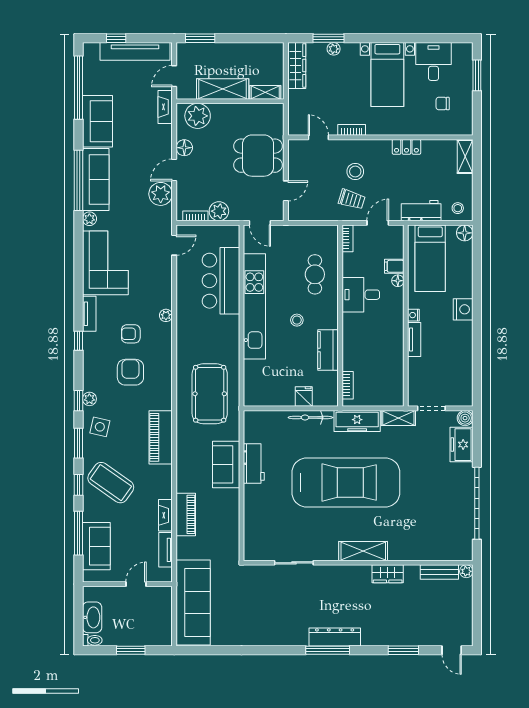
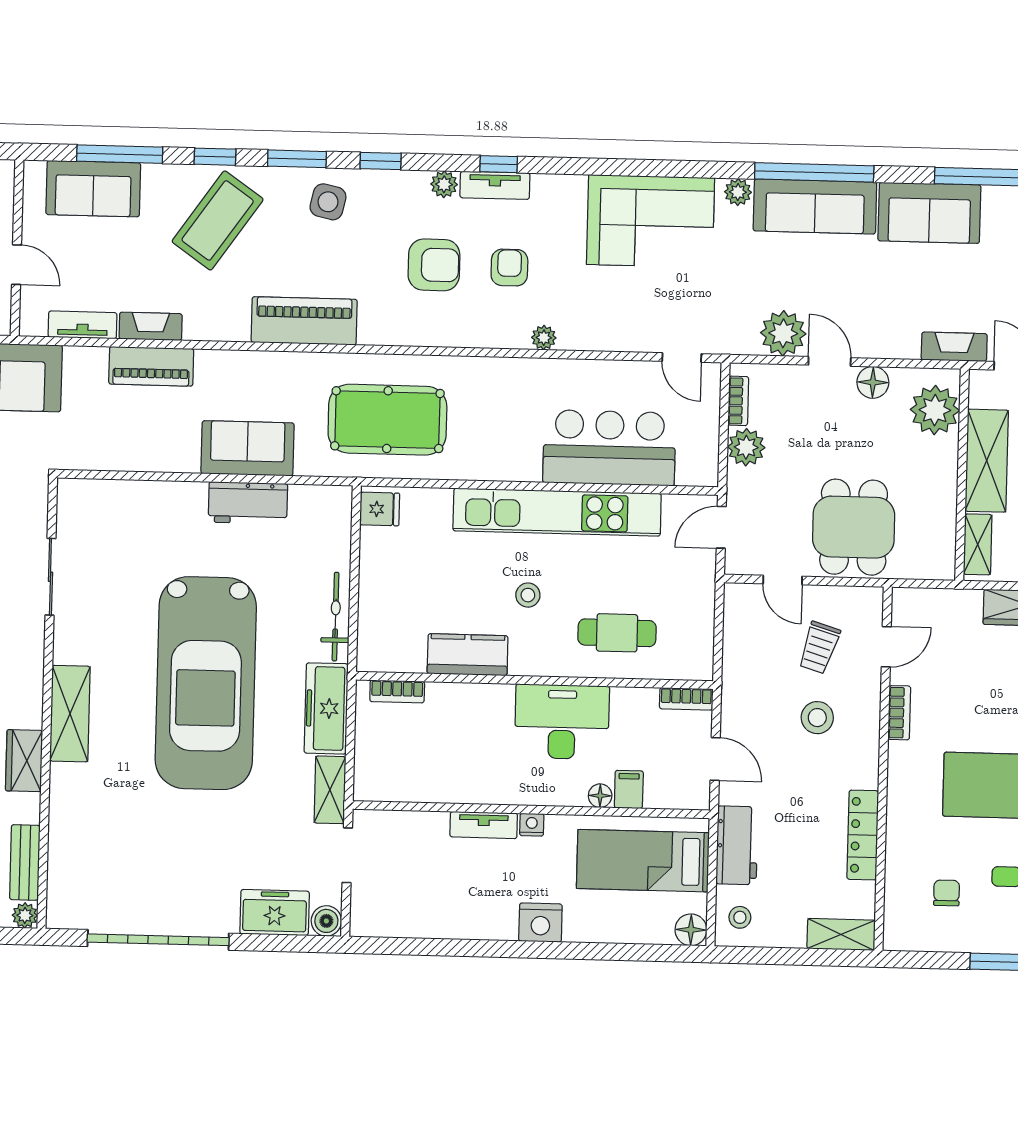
locker: (406, 147) -> (863, 835), width x1.53
trolley: (352, 199) -> (819, 648), moved
desk: (361, 295) -> (562, 722), width x1.37
tv unit: (89, 314) -> (495, 185), moved
fridge: (304, 396) -> (380, 509), moved
plant: (89, 399) -> (444, 184), moved

